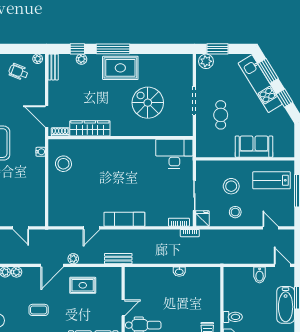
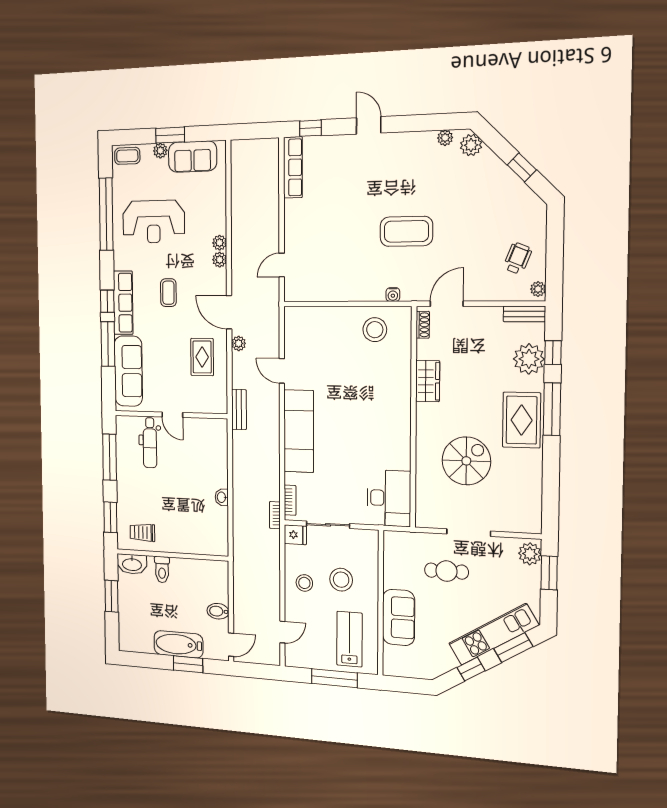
plant: (82, 59) -> (529, 359), width x1.88, depth x1.88
wardrobe: (90, 128) -> (428, 381), width x0.67
exam couch: (124, 219) -> (299, 431), width x1.36, depth x1.45

